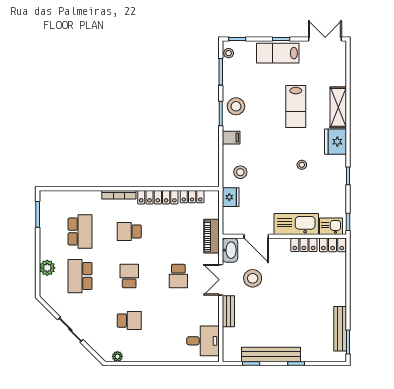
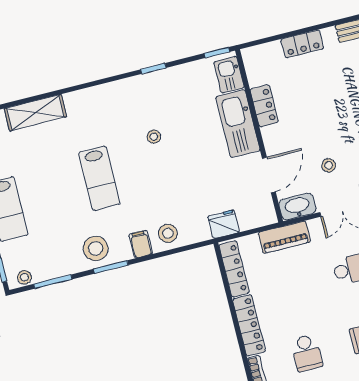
lab bench: (296, 107) -> (99, 178), moved, turned 90
shelving: (338, 107) -> (35, 113), moved
fridge: (336, 142) -> (110, 98), removed
stool: (240, 172) -> (168, 233), moved
locker: (192, 197) -> (234, 269), width x1.53
locker: (333, 245) -> (302, 44), moved, turned 90
stool: (253, 278) -> (329, 165), width x0.53, depth x0.53

